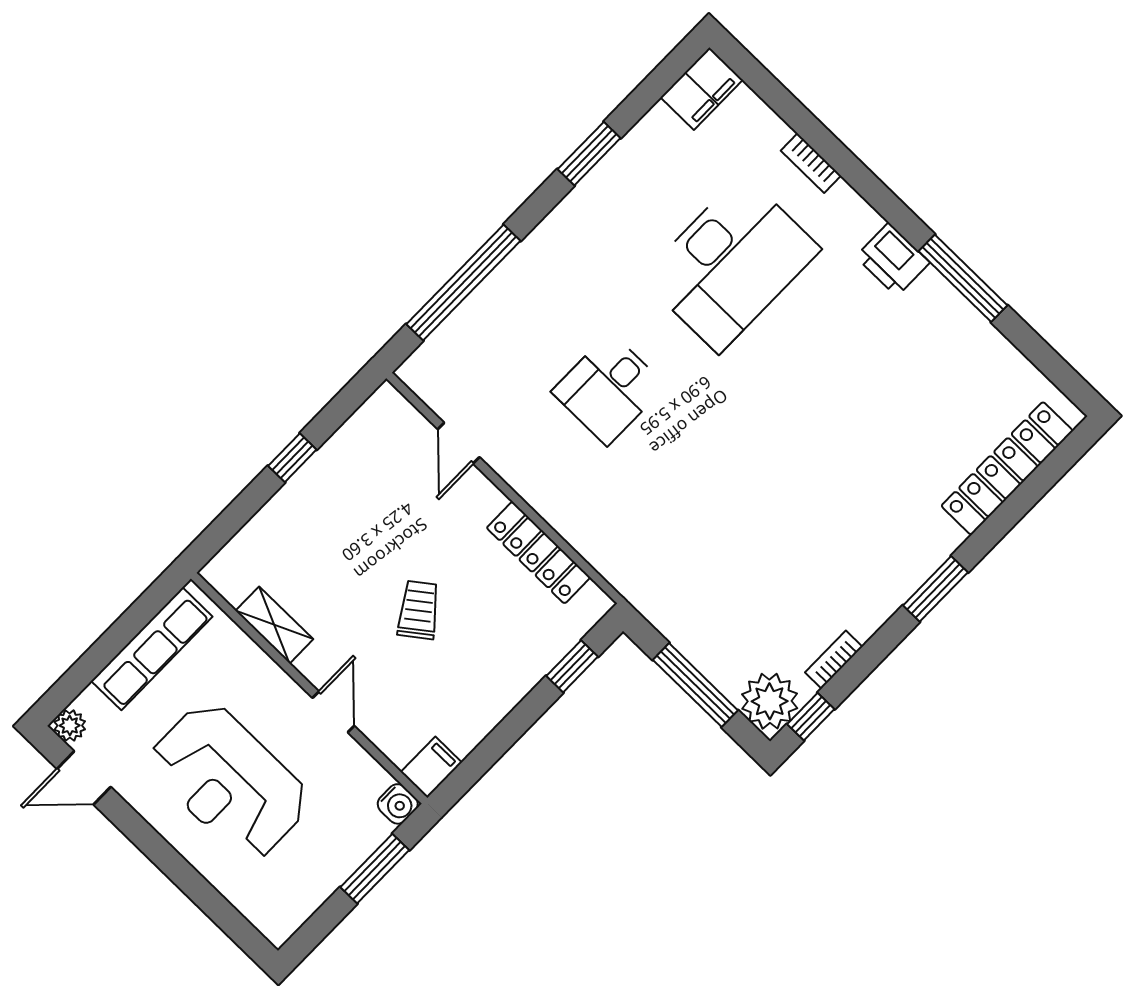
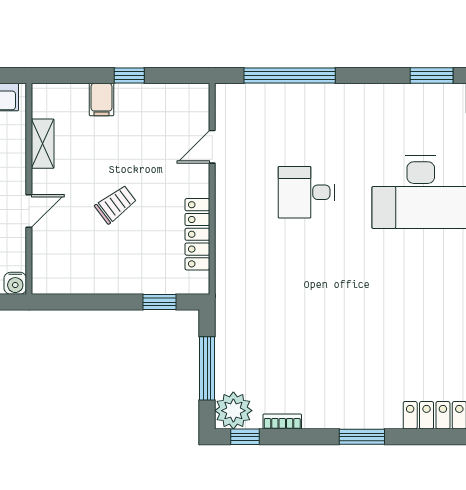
window: (589, 154) -> (432, 76), moved
filing cabinet: (431, 767) -> (101, 100), moved, turned 90

